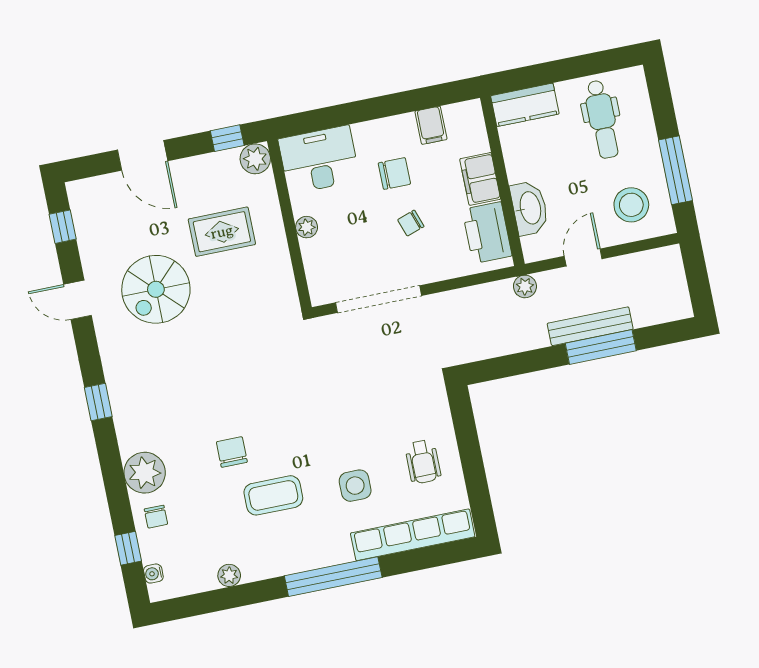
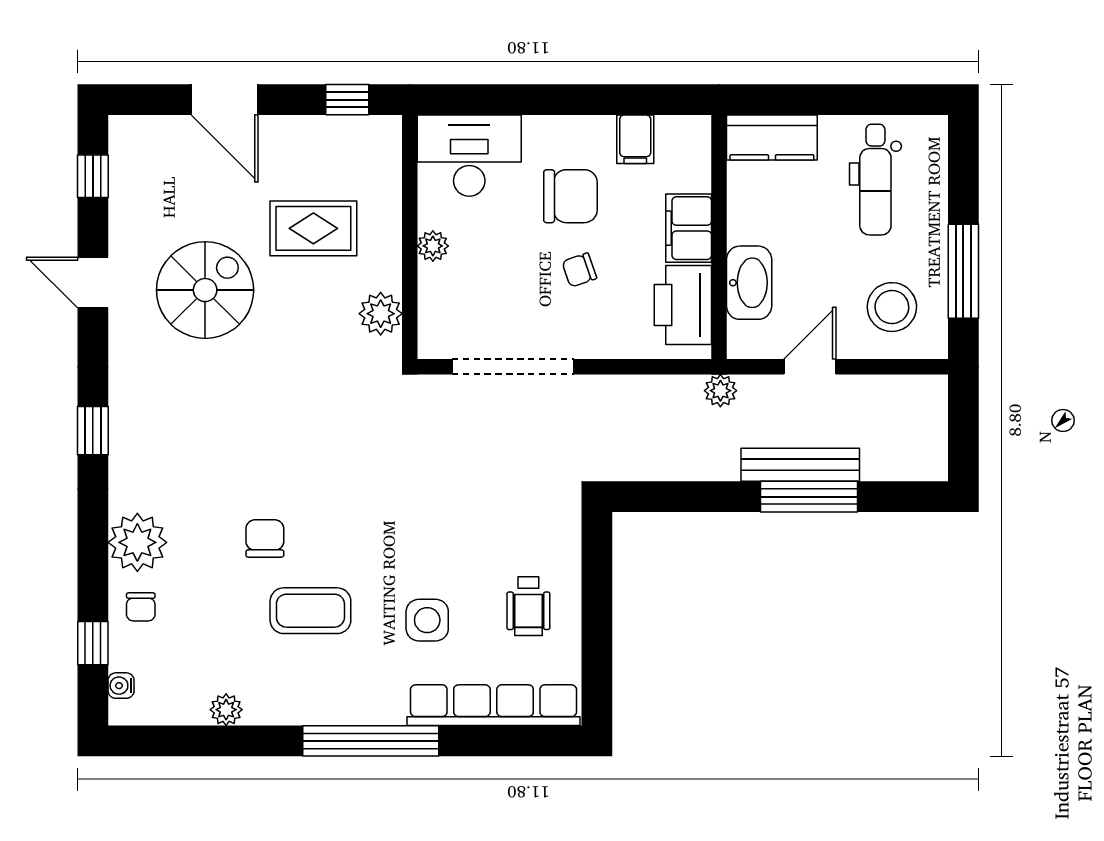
plant: (255, 159) -> (381, 314), moved
chair: (394, 174) -> (570, 196), width x1.37, depth x1.37
spiral stairs: (156, 289) -> (205, 290), turned 180

